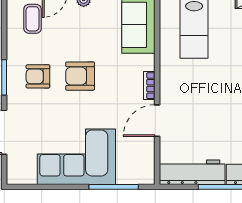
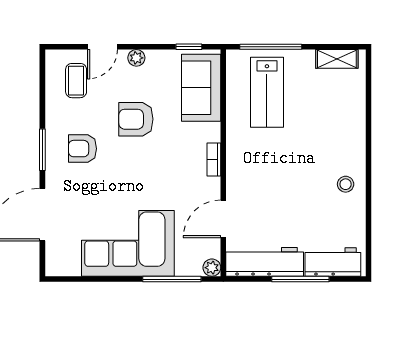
armchair: (80, 76) -> (136, 119), moved
door: (157, 121) -> (223, 219), moved
plant: (147, 177) -> (212, 268), added

